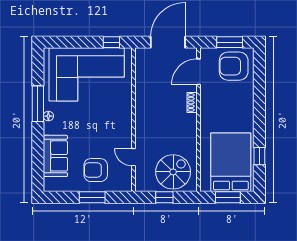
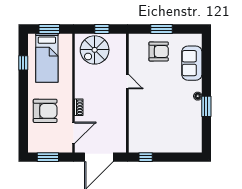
armchair: (234, 66) -> (45, 111), moved
corner sofa: (87, 74) -> (166, 131), removed
window: (38, 104) -> (206, 106), width x0.69
door: (133, 157) -> (127, 82), moved
bed: (231, 162) -> (47, 58), width x0.67

